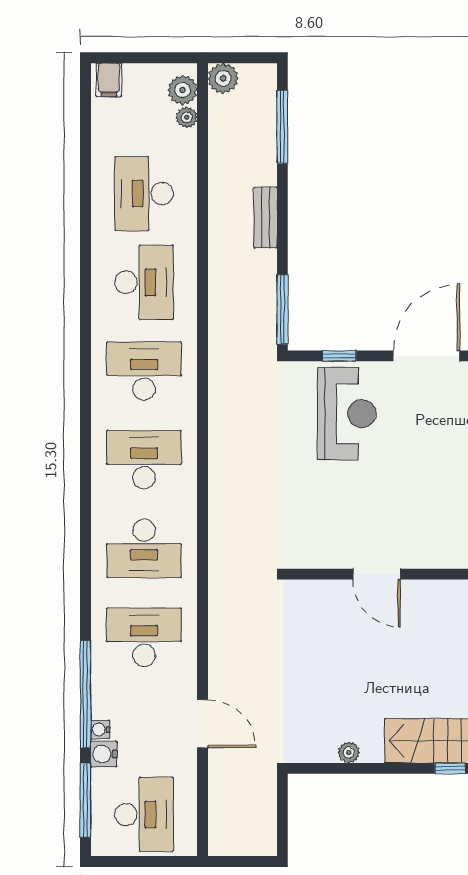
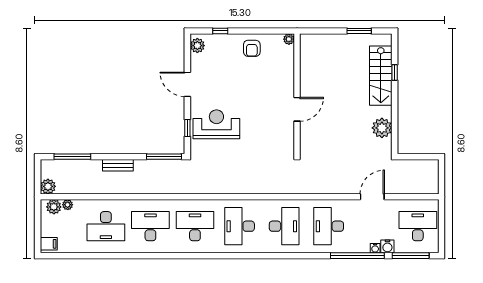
door: (426, 356) -> (187, 84), width x0.73
desk: (144, 371) -> (195, 226), turned 90
plant: (349, 752) -> (382, 128), width x1.87, depth x1.87

